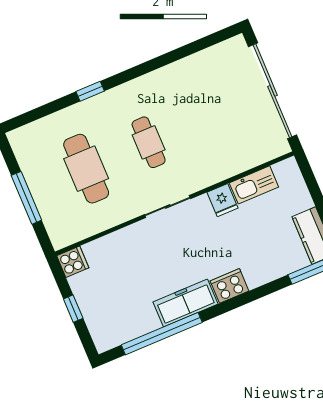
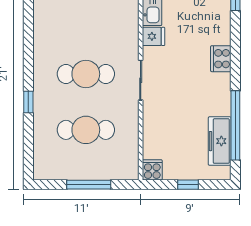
cafe table: (149, 142) -> (86, 74), width x1.37, depth x1.35
freezer: (186, 303) -> (220, 141), moved

